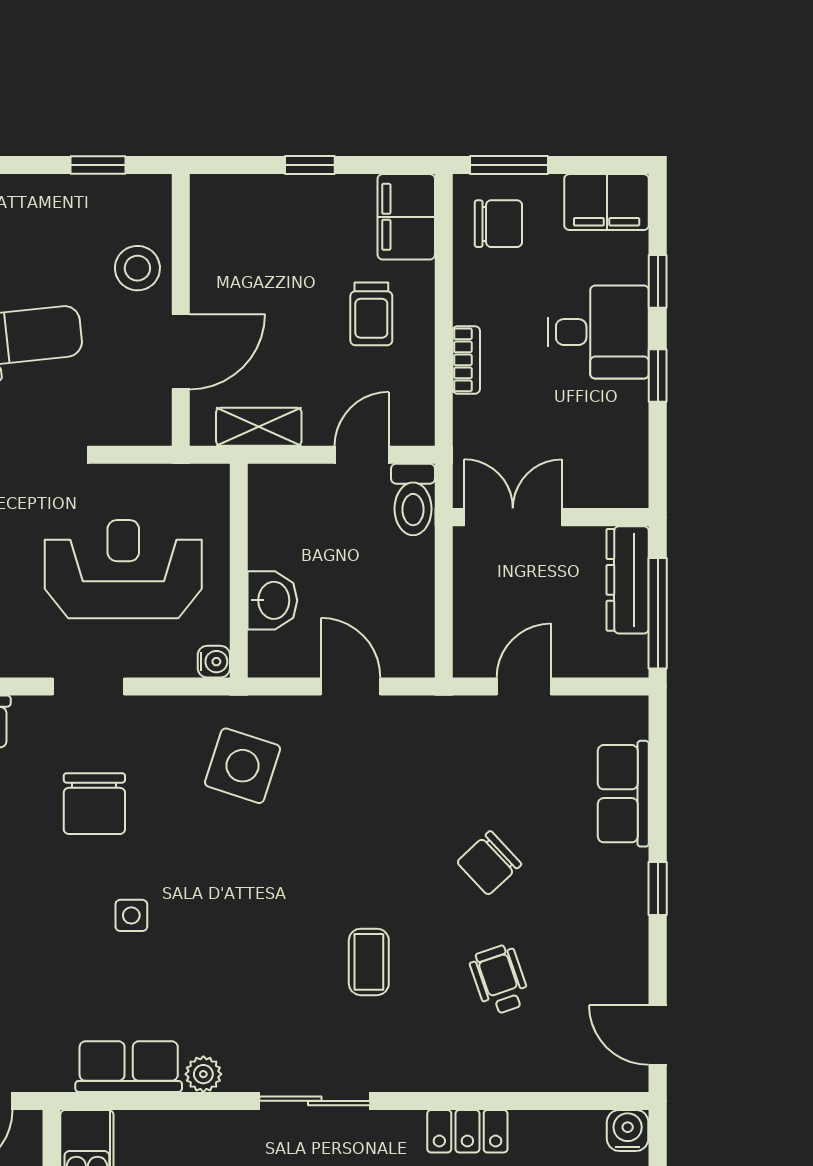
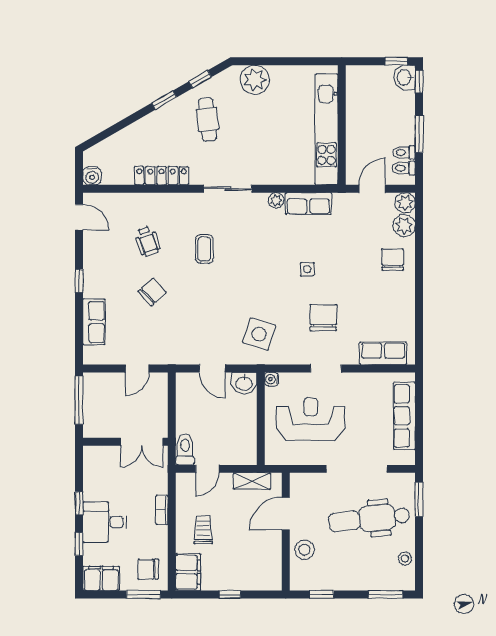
reception desk: (123, 569) -> (311, 419), turned 180
dresser: (628, 580) -> (92, 415), removed
washbasin: (272, 600) -> (244, 383), moved, turned -90
locker: (467, 1131) -> (162, 176), width x1.53

